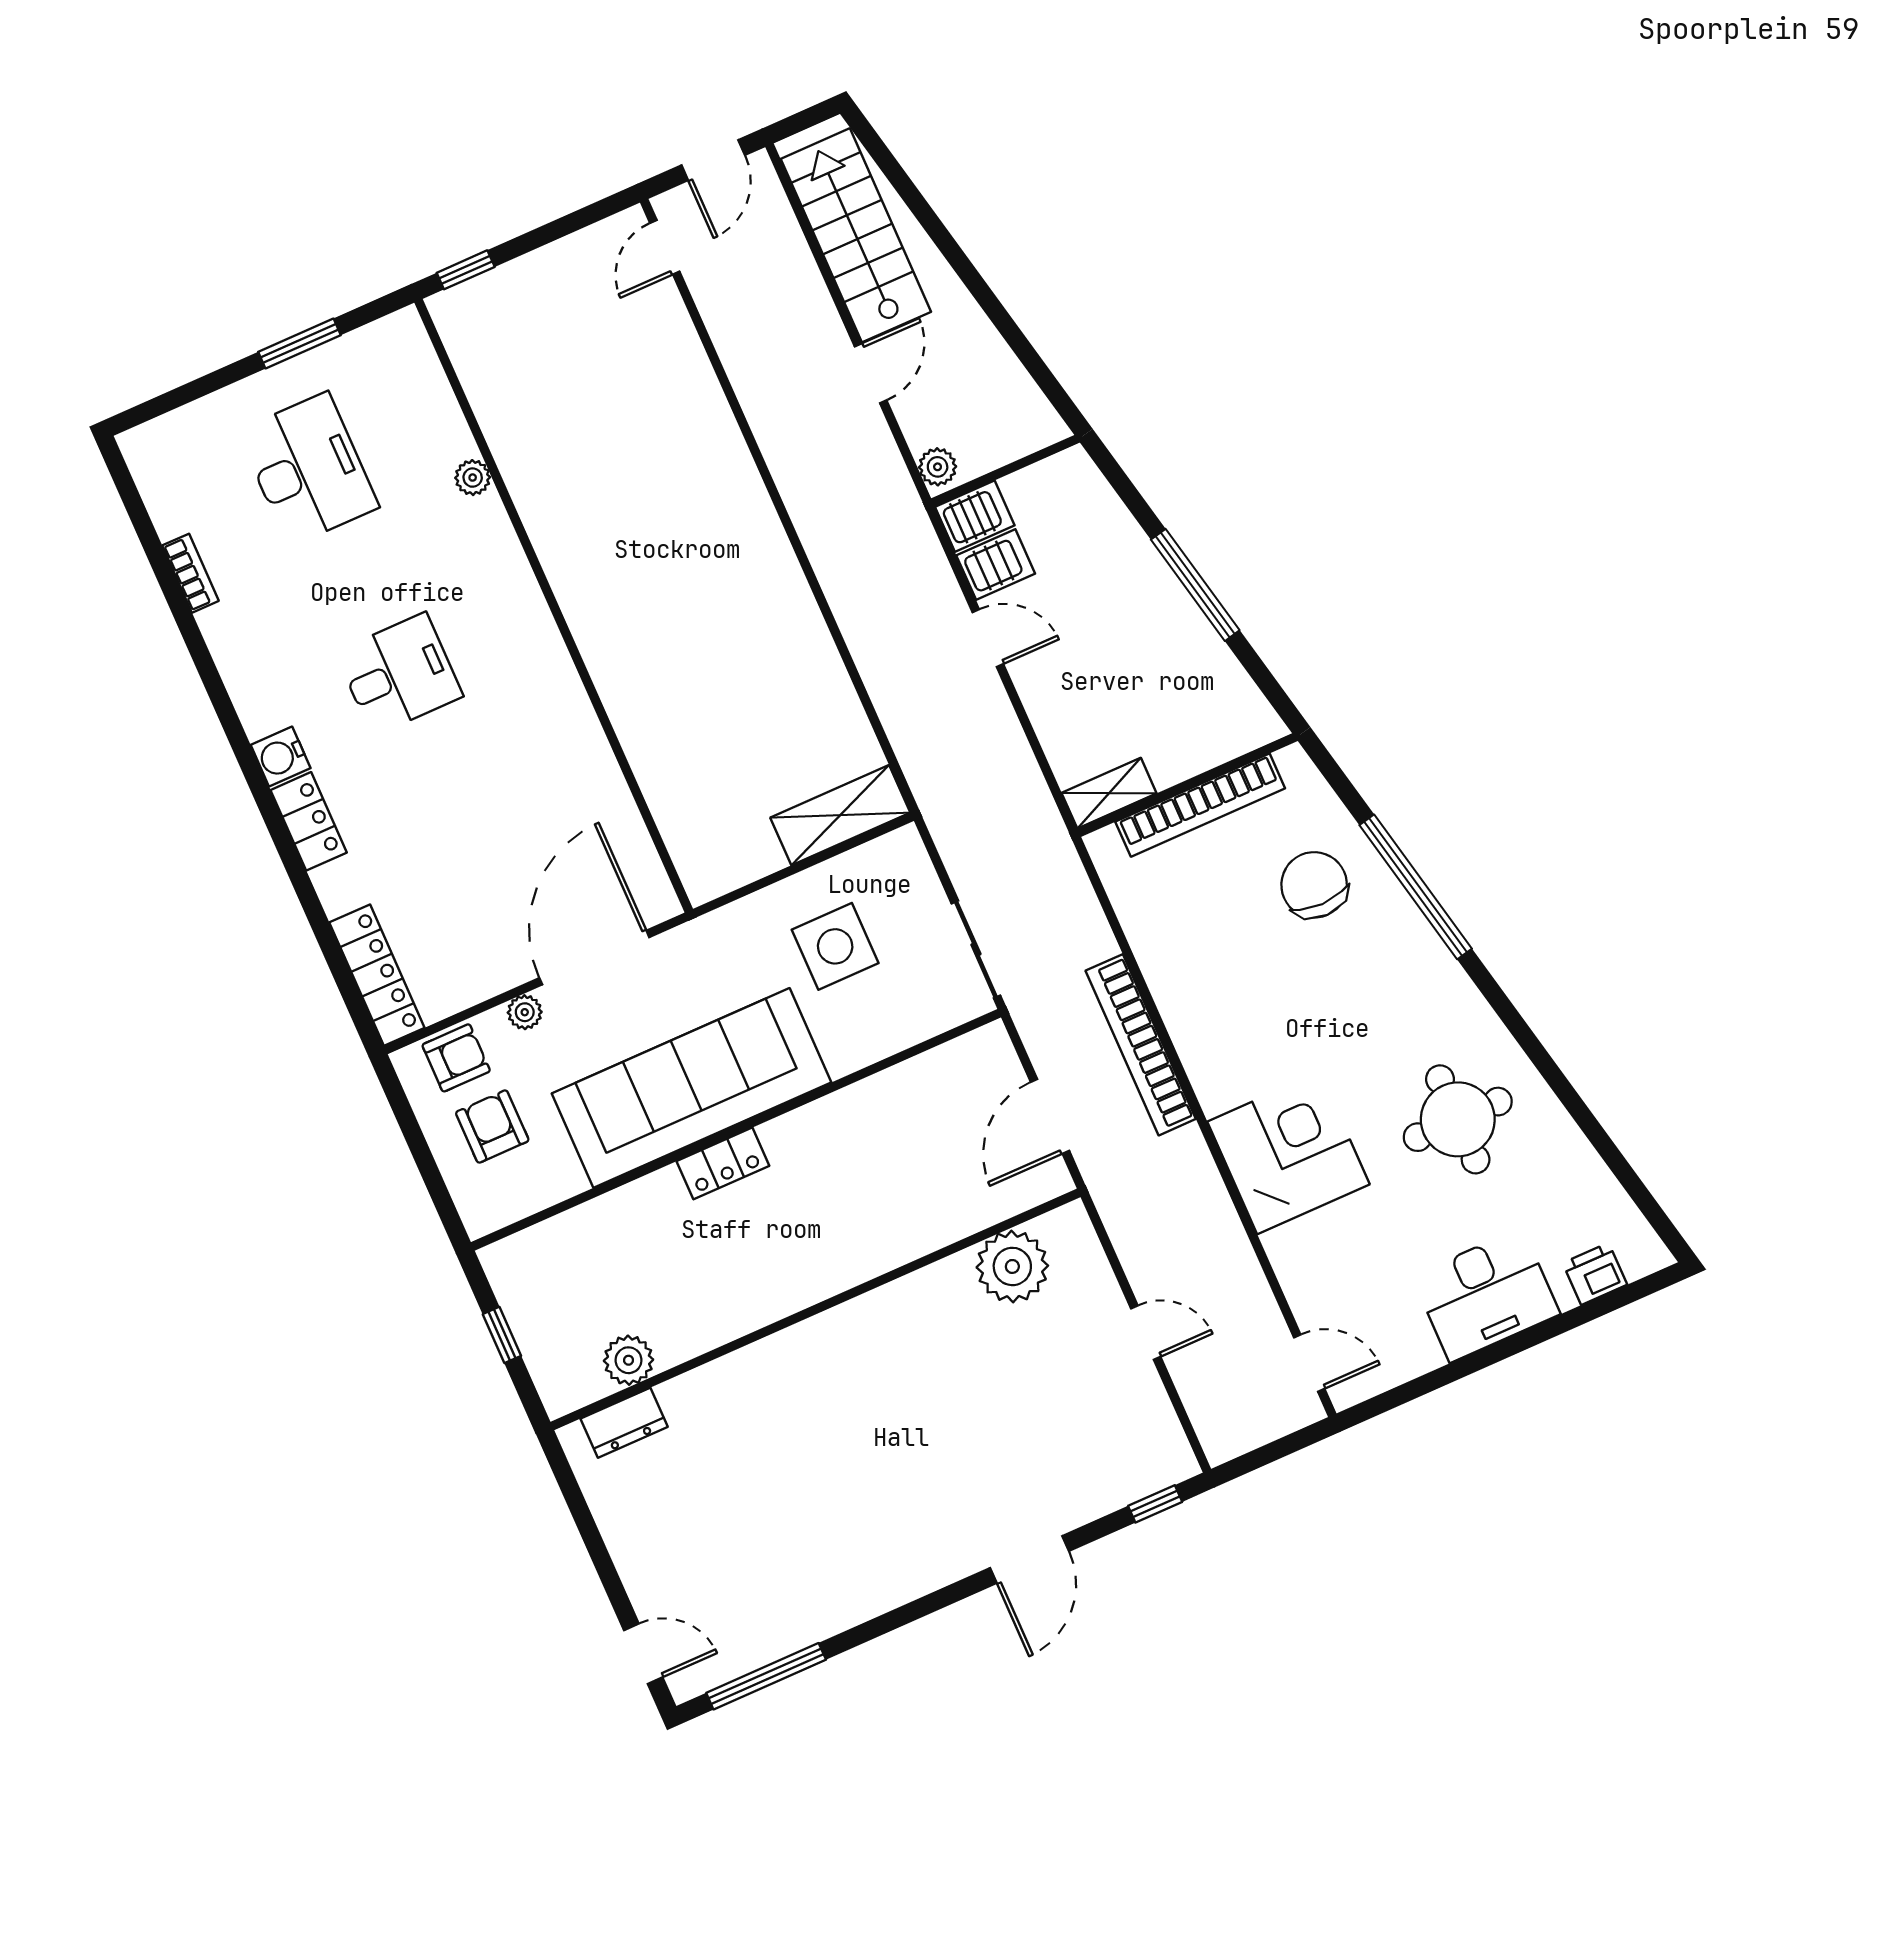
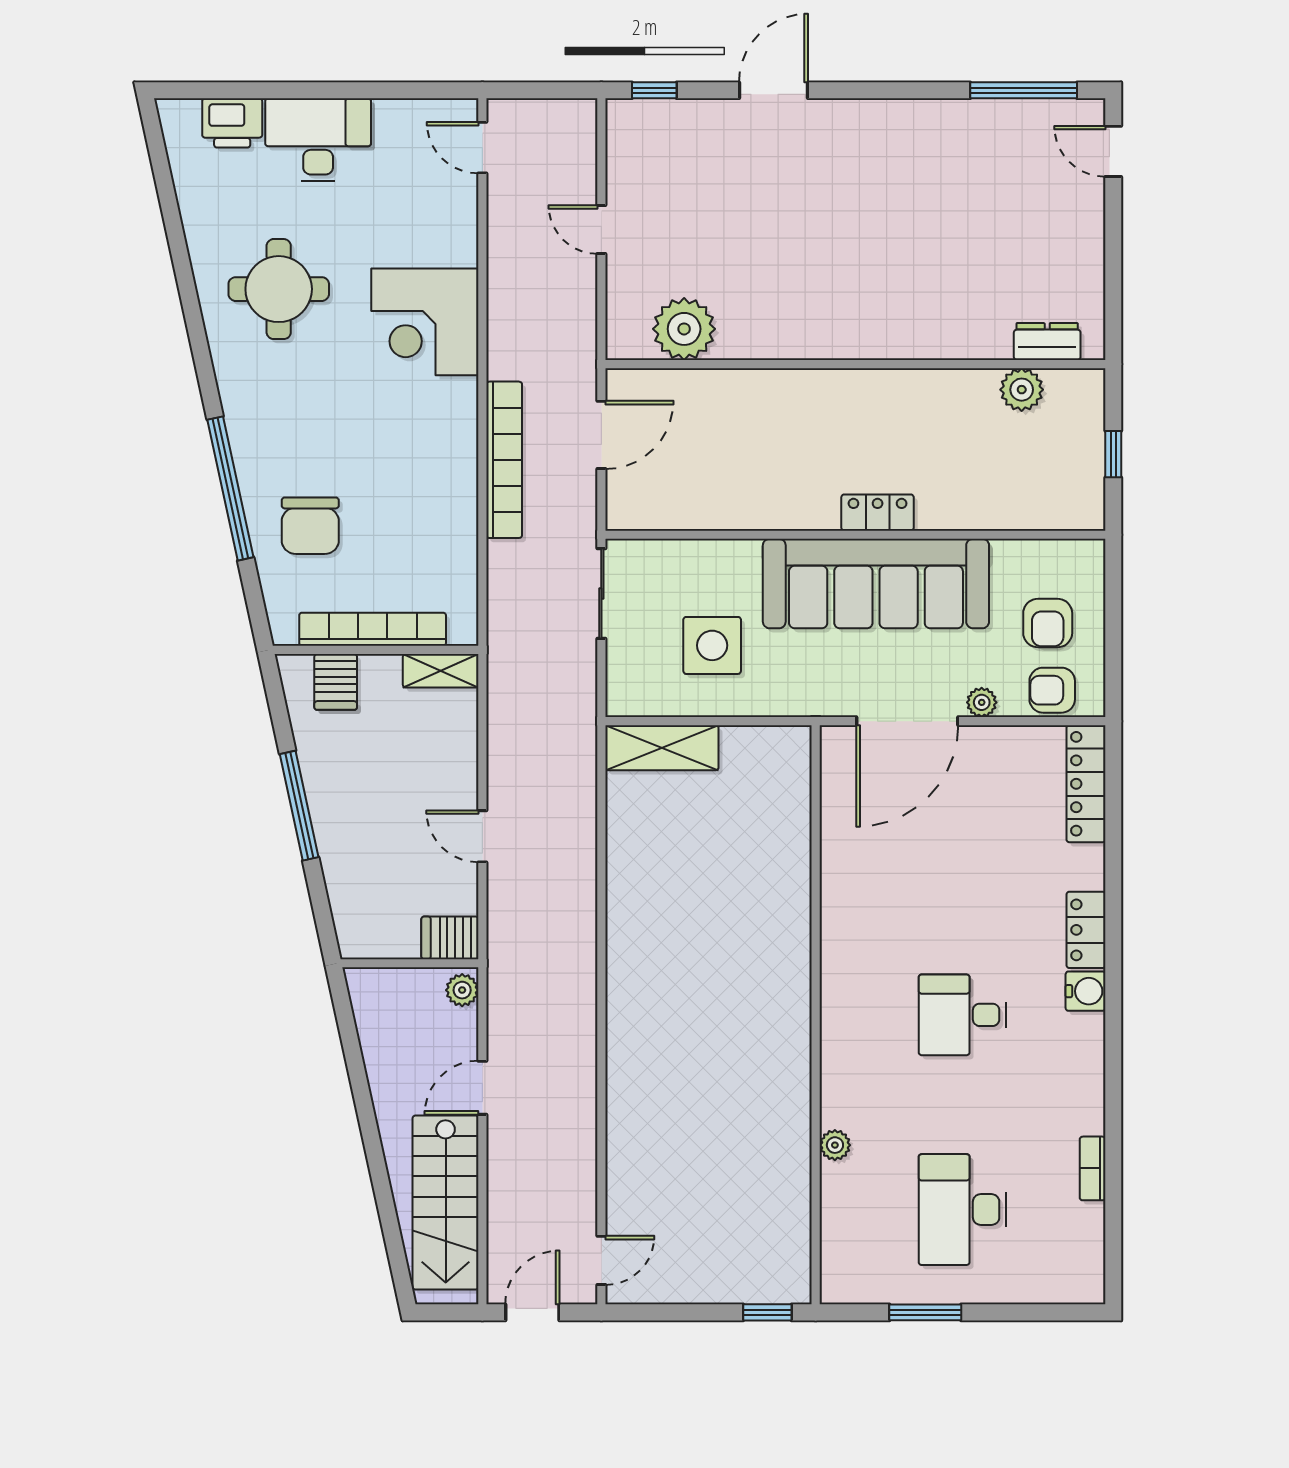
server rack: (996, 565) -> (336, 682), moved, turned -90
printer: (1595, 1274) -> (232, 123), width x1.36, depth x1.24

